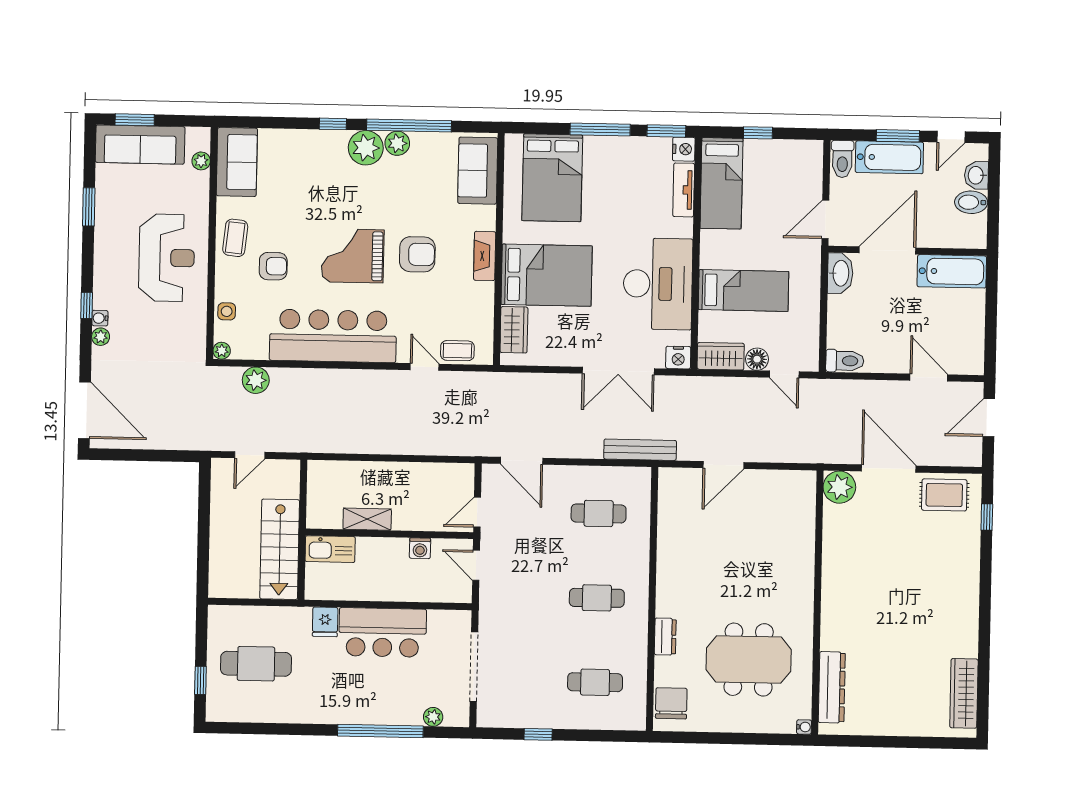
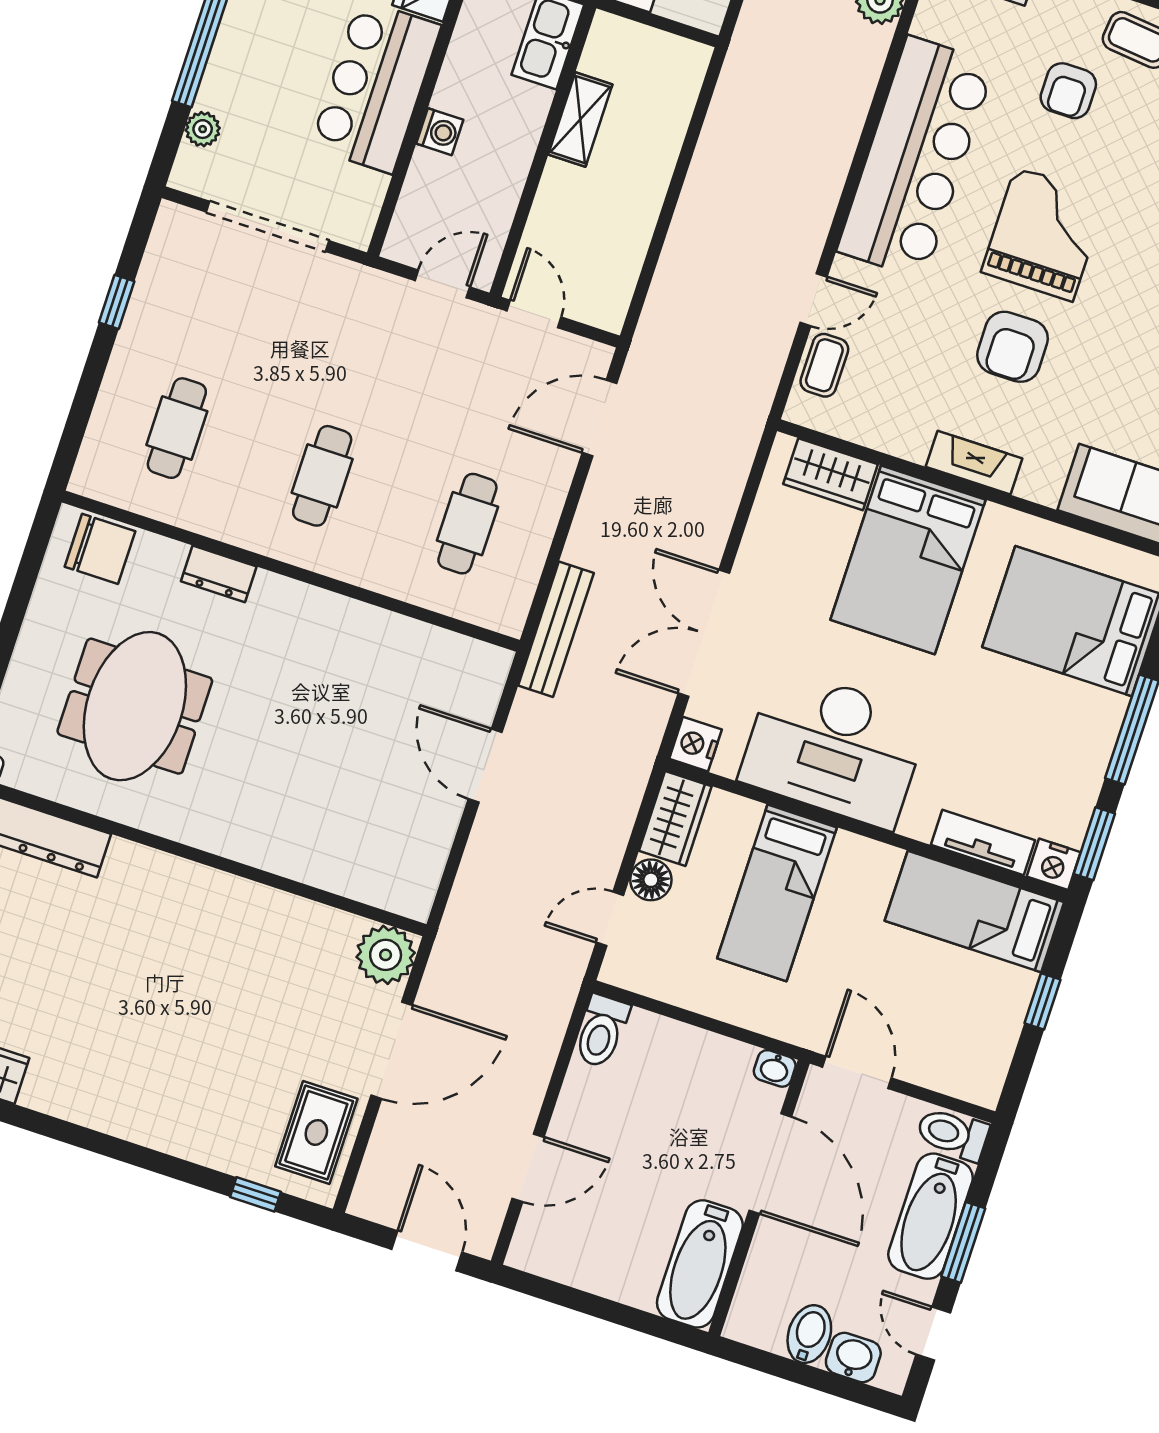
washbasin: (840, 273) -> (775, 1068), width x0.52, depth x0.69
washing machine: (420, 548) -> (440, 132), moved, turned 180

